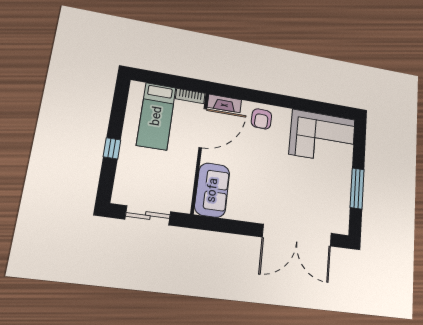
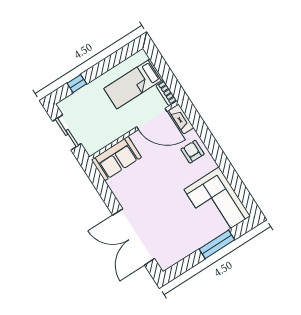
armchair: (261, 119) -> (193, 152), turned 88
window: (112, 148) -> (77, 84), moved
window: (357, 188) -> (217, 244), moved

